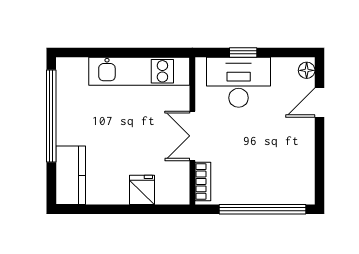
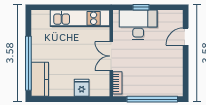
floor lamp: (307, 70) -> (178, 18), removed
window: (51, 116) -> (28, 63), moved

